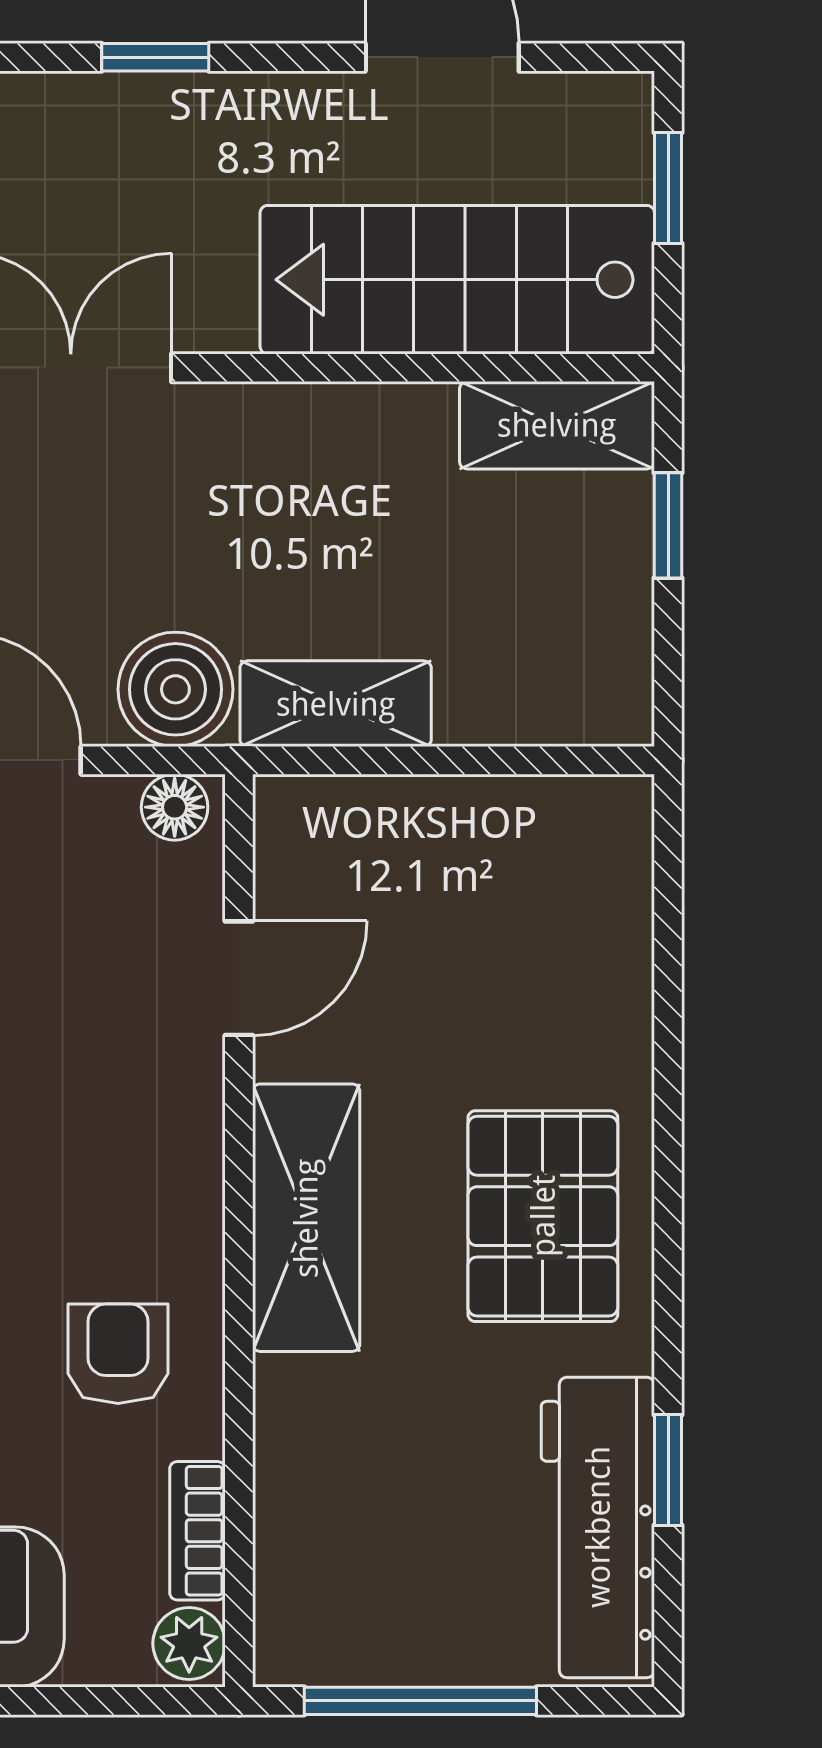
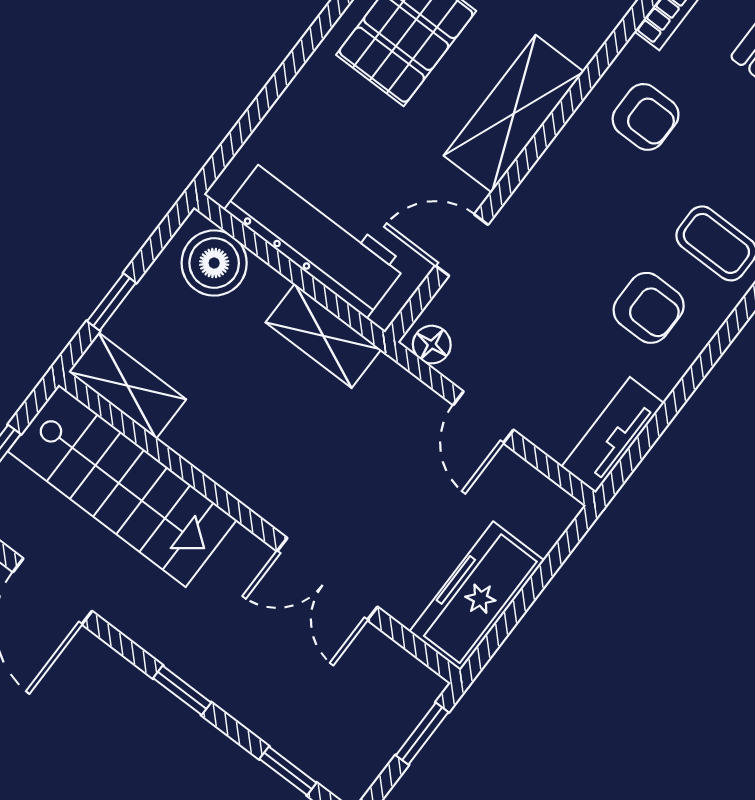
boiler: (175, 689) -> (214, 263), moved
workbench: (452, 833) -> (316, 237), added
armchair: (118, 1354) -> (646, 117), turned -90

